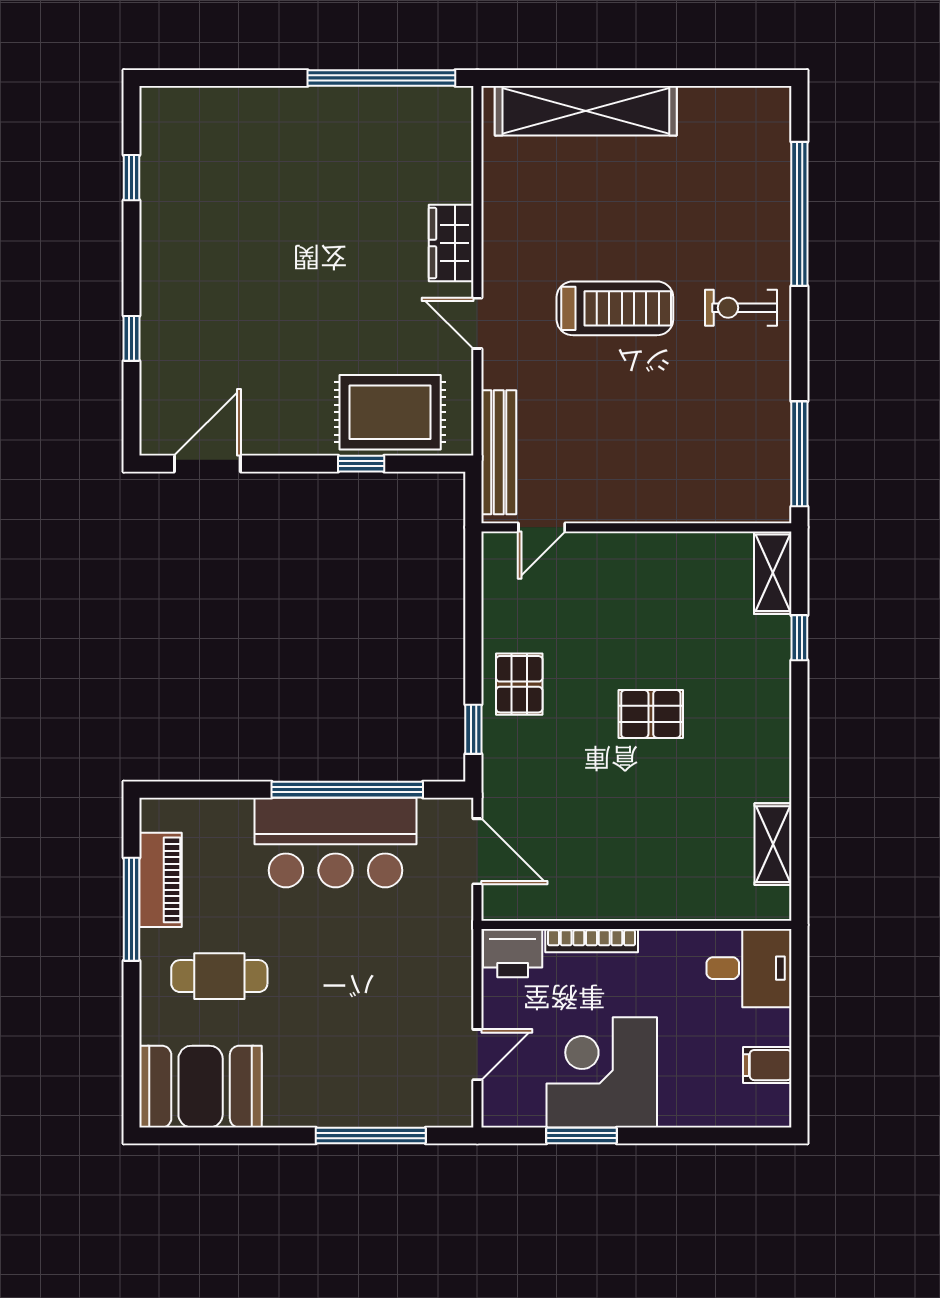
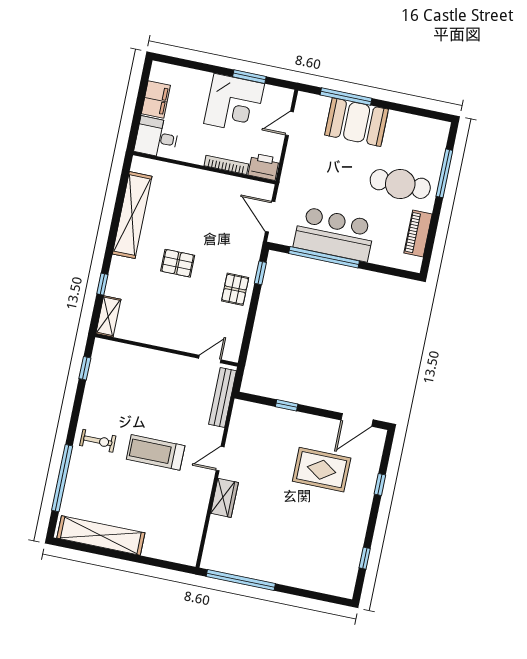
shelving: (586, 111) -> (101, 535), moved
door: (477, 323) -> (220, 459), swing flipped
rug: (390, 412) -> (322, 470), moved
window: (799, 454) -> (85, 368), width x0.46
shelving: (773, 844) -> (132, 215), width x2.20, depth x1.33
window: (132, 909) -> (444, 173), moved
cafe table: (219, 976) -> (400, 184), width x1.37, depth x1.35
filing cabinet: (767, 1065) -> (156, 100), width x2.00
booth: (201, 1087) -> (357, 122), moved

